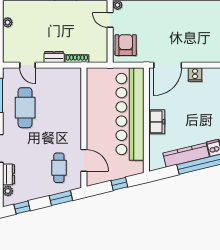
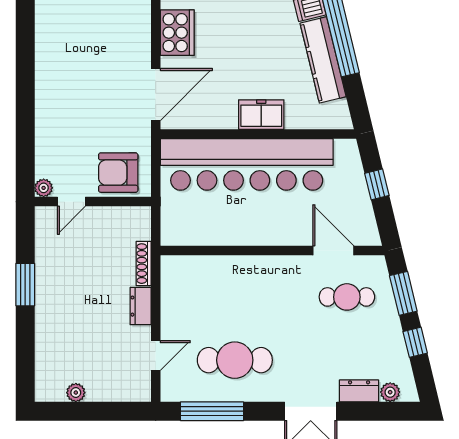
door: (168, 65) -> (156, 94), hinge flipped
cooker: (195, 75) -> (177, 33), width x1.87, depth x1.31
door: (84, 160) -> (333, 250), hinge flipped
window: (22, 207) -> (415, 342), moved

